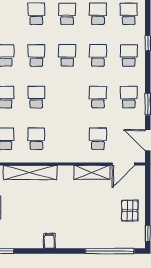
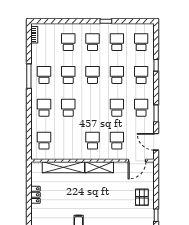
school desk: (36, 139) -> (93, 141), moved
shelving: (92, 172) -> (99, 167), moved

